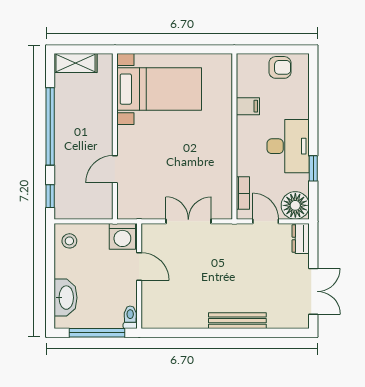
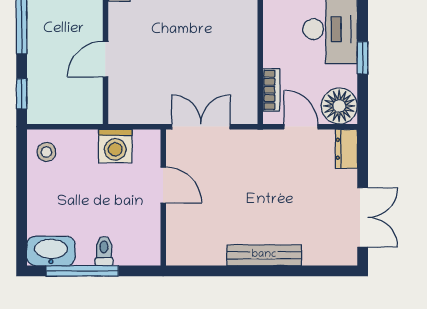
door: (139, 266) -> (163, 185), moved
wall: (139, 276) -> (163, 197), moved
washbasin: (66, 298) -> (51, 251), moved, turned -90
toilet: (130, 317) -> (104, 251), moved

